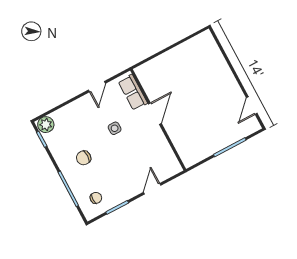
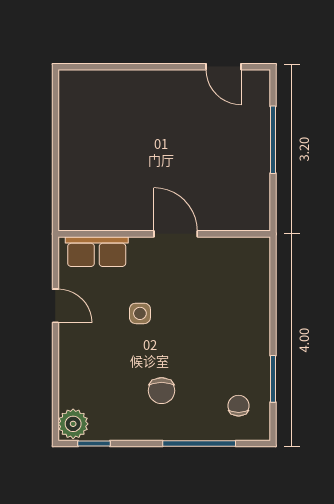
door: (155, 114) -> (176, 234), moved
door: (152, 189) -> (273, 305), removed

